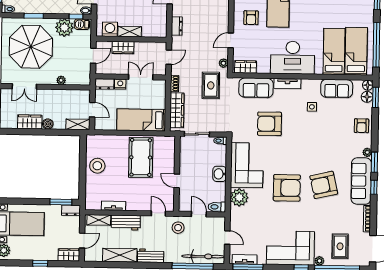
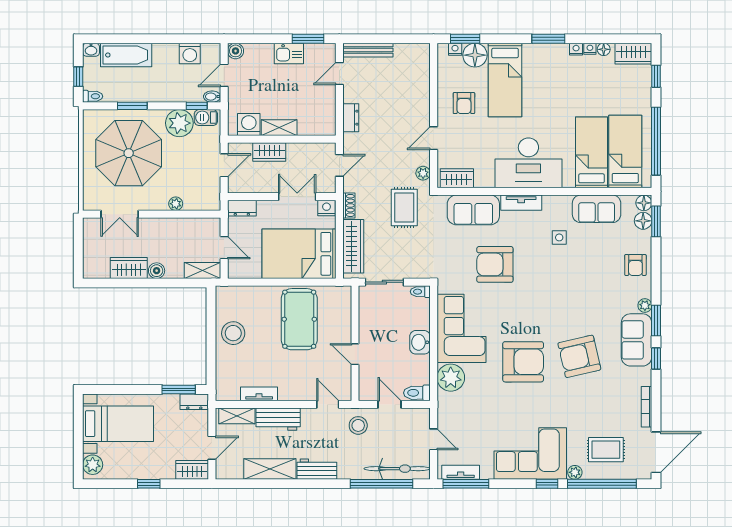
nightstand: (120, 84) -> (326, 208), moved
bed: (141, 120) -> (299, 254), width x1.50
sofa: (361, 181) -> (637, 340), width x0.73
rug: (340, 246) -> (606, 450), turned 90

